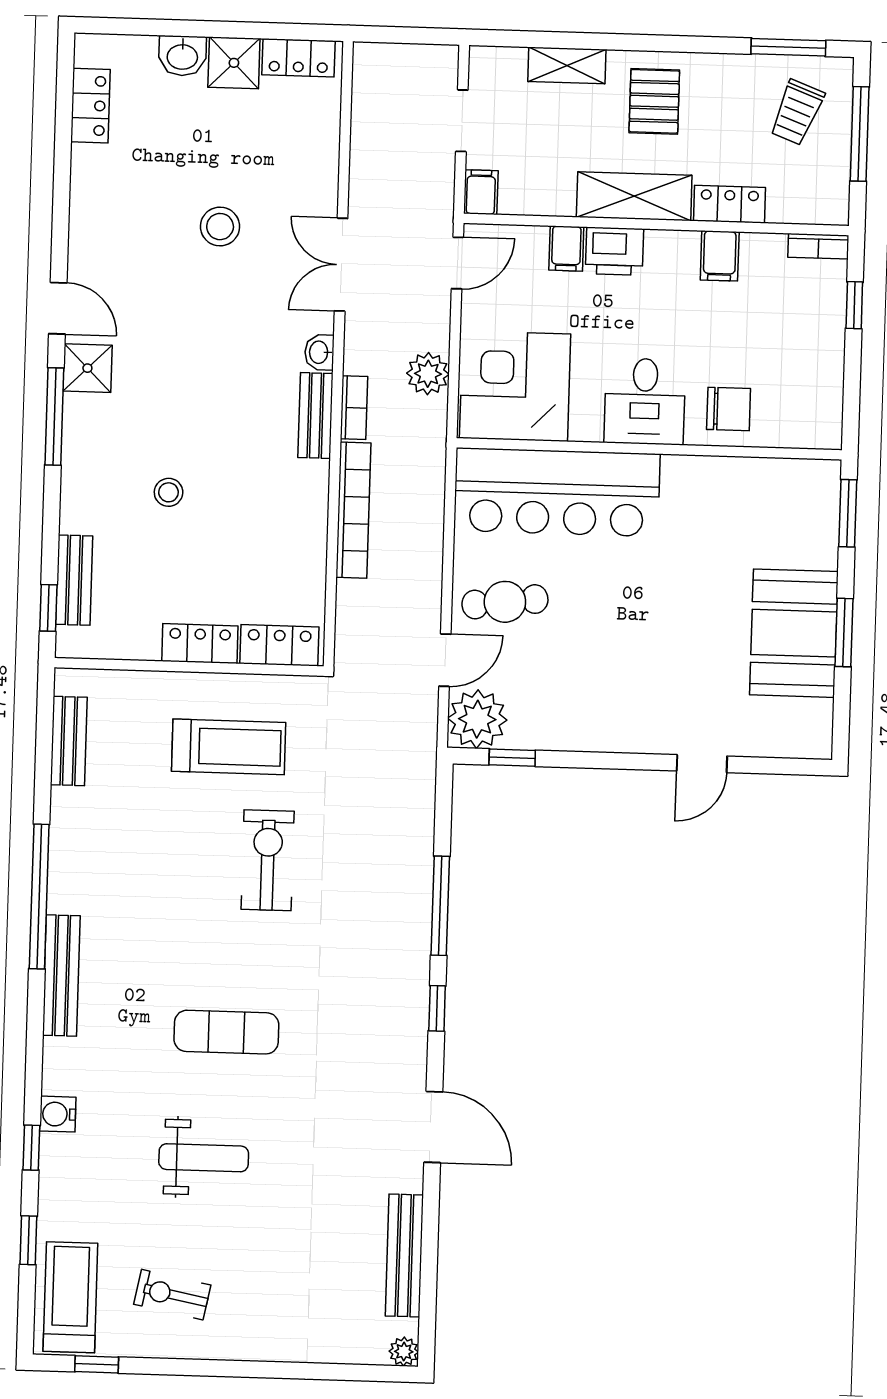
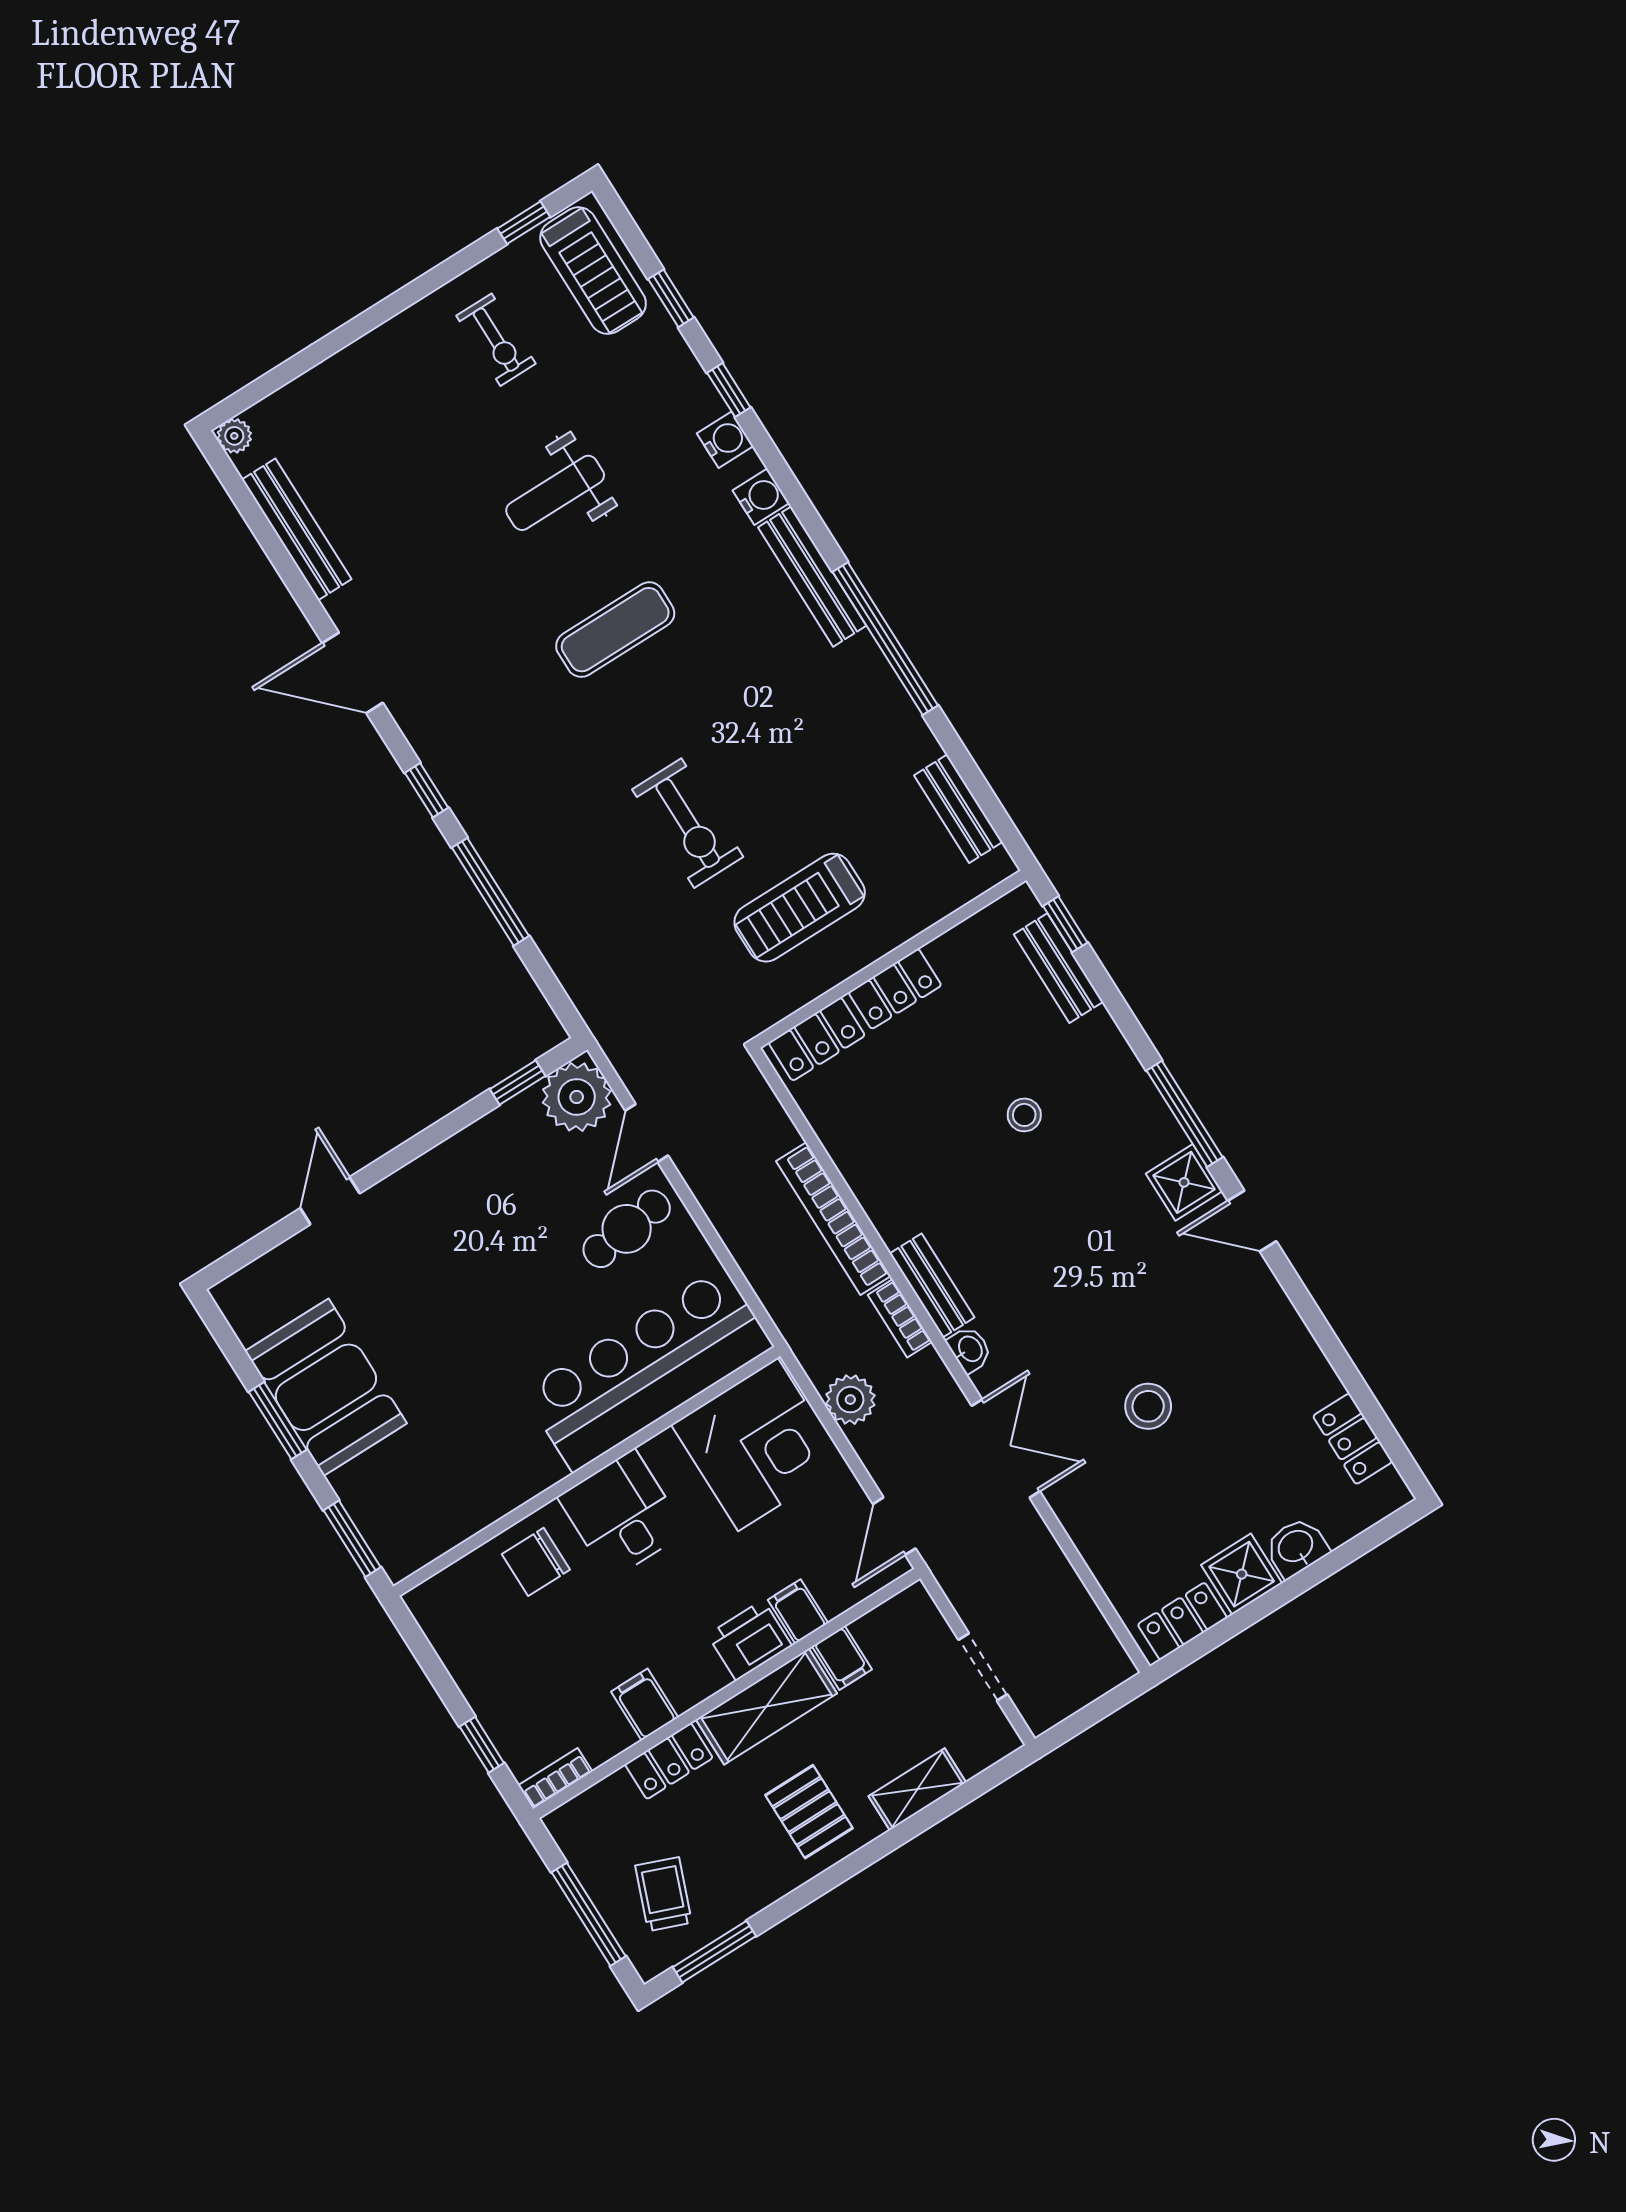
filing cabinet: (481, 192) -> (842, 1658), moved
water cooler: (60, 1057) -> (761, 497), added
exercise bike: (172, 1295) -> (496, 340), turned 79

